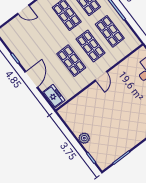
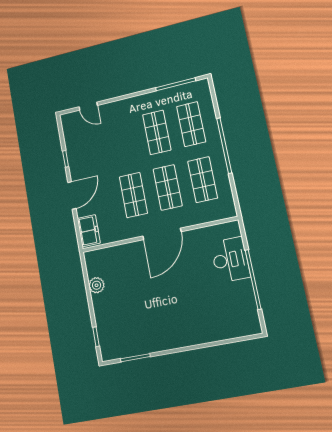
door: (23, 10) -> (88, 106), moved
door: (101, 76) -> (162, 234), width x1.88
plant: (84, 138) -> (97, 285), moved

